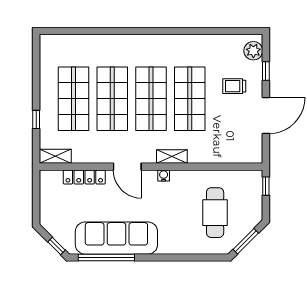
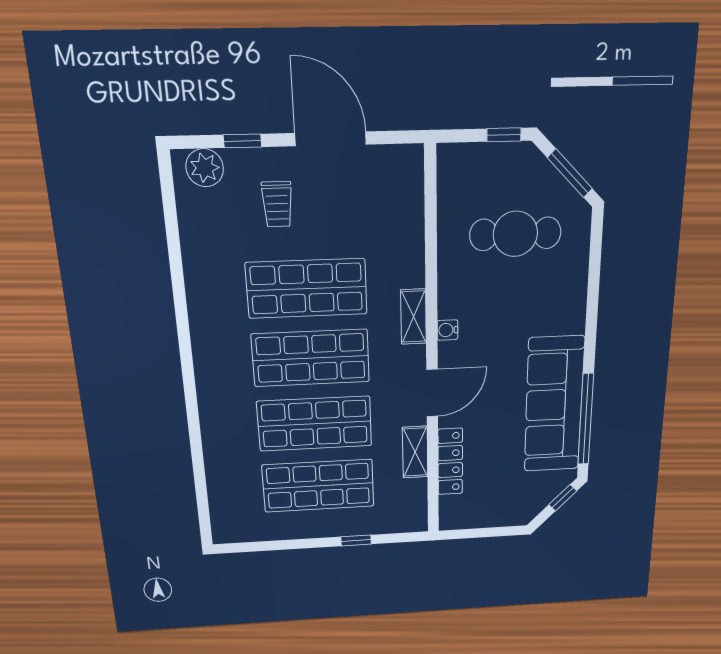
shelving: (55, 156) -> (415, 452), moved
window: (266, 186) -> (504, 135), moved

